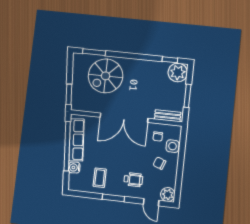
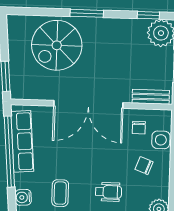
window: (94, 52) -> (87, 13), moved
water cooler: (74, 167) -> (23, 197), moved

